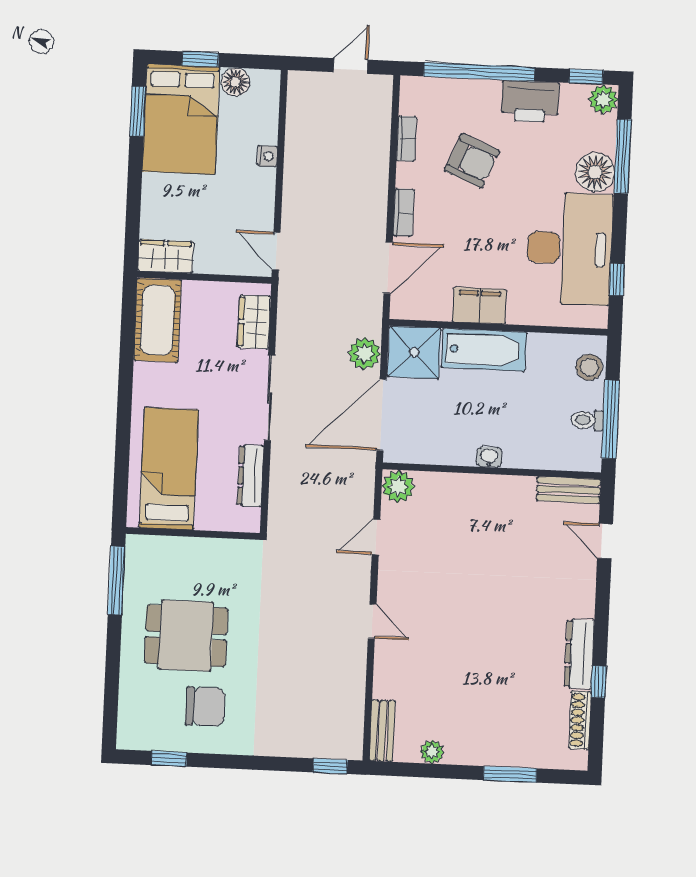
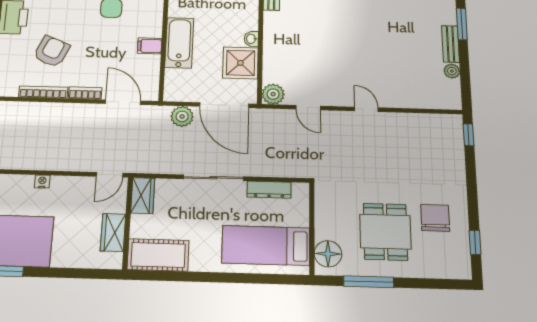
bookcase: (406, 139) -> (43, 92), width x1.56
wardrobe: (166, 256) -> (113, 232), moved
filing cabinet: (479, 306) -> (150, 46), width x0.50
wardrobe: (254, 322) -> (143, 196), moved, turned -90
shower: (414, 352) -> (240, 63), moved
floor lamp: (156, 554) -> (328, 254), added
window: (116, 581) -> (369, 282), moved
door: (372, 621) -> (366, 109), hinge flipped
bench: (382, 731) -> (450, 44), moved, turned 90

